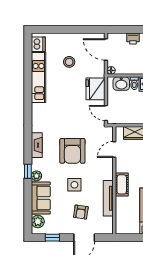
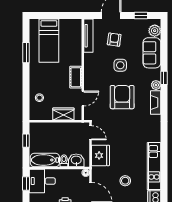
plant: (36, 176) -> (156, 85), moved
cot: (122, 184) -> (76, 77), moved
tv unit: (108, 198) -> (88, 36), moved

